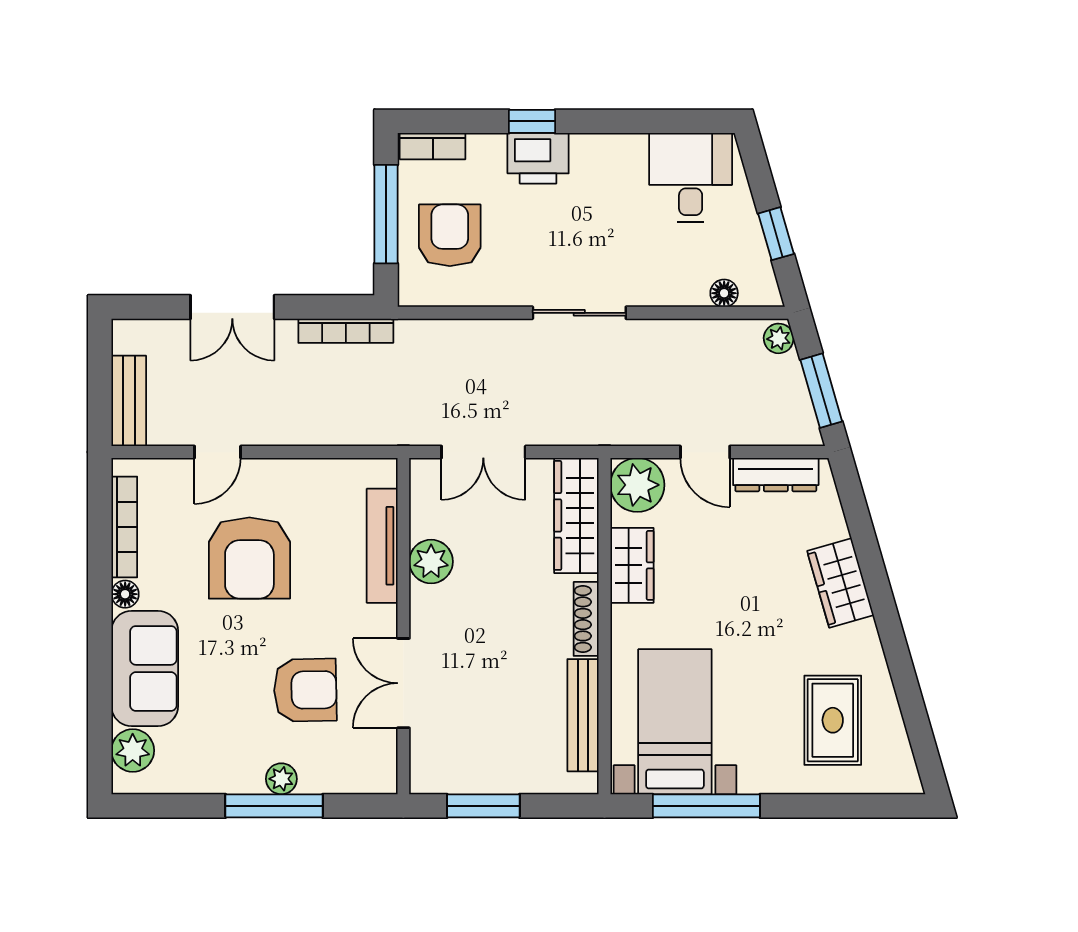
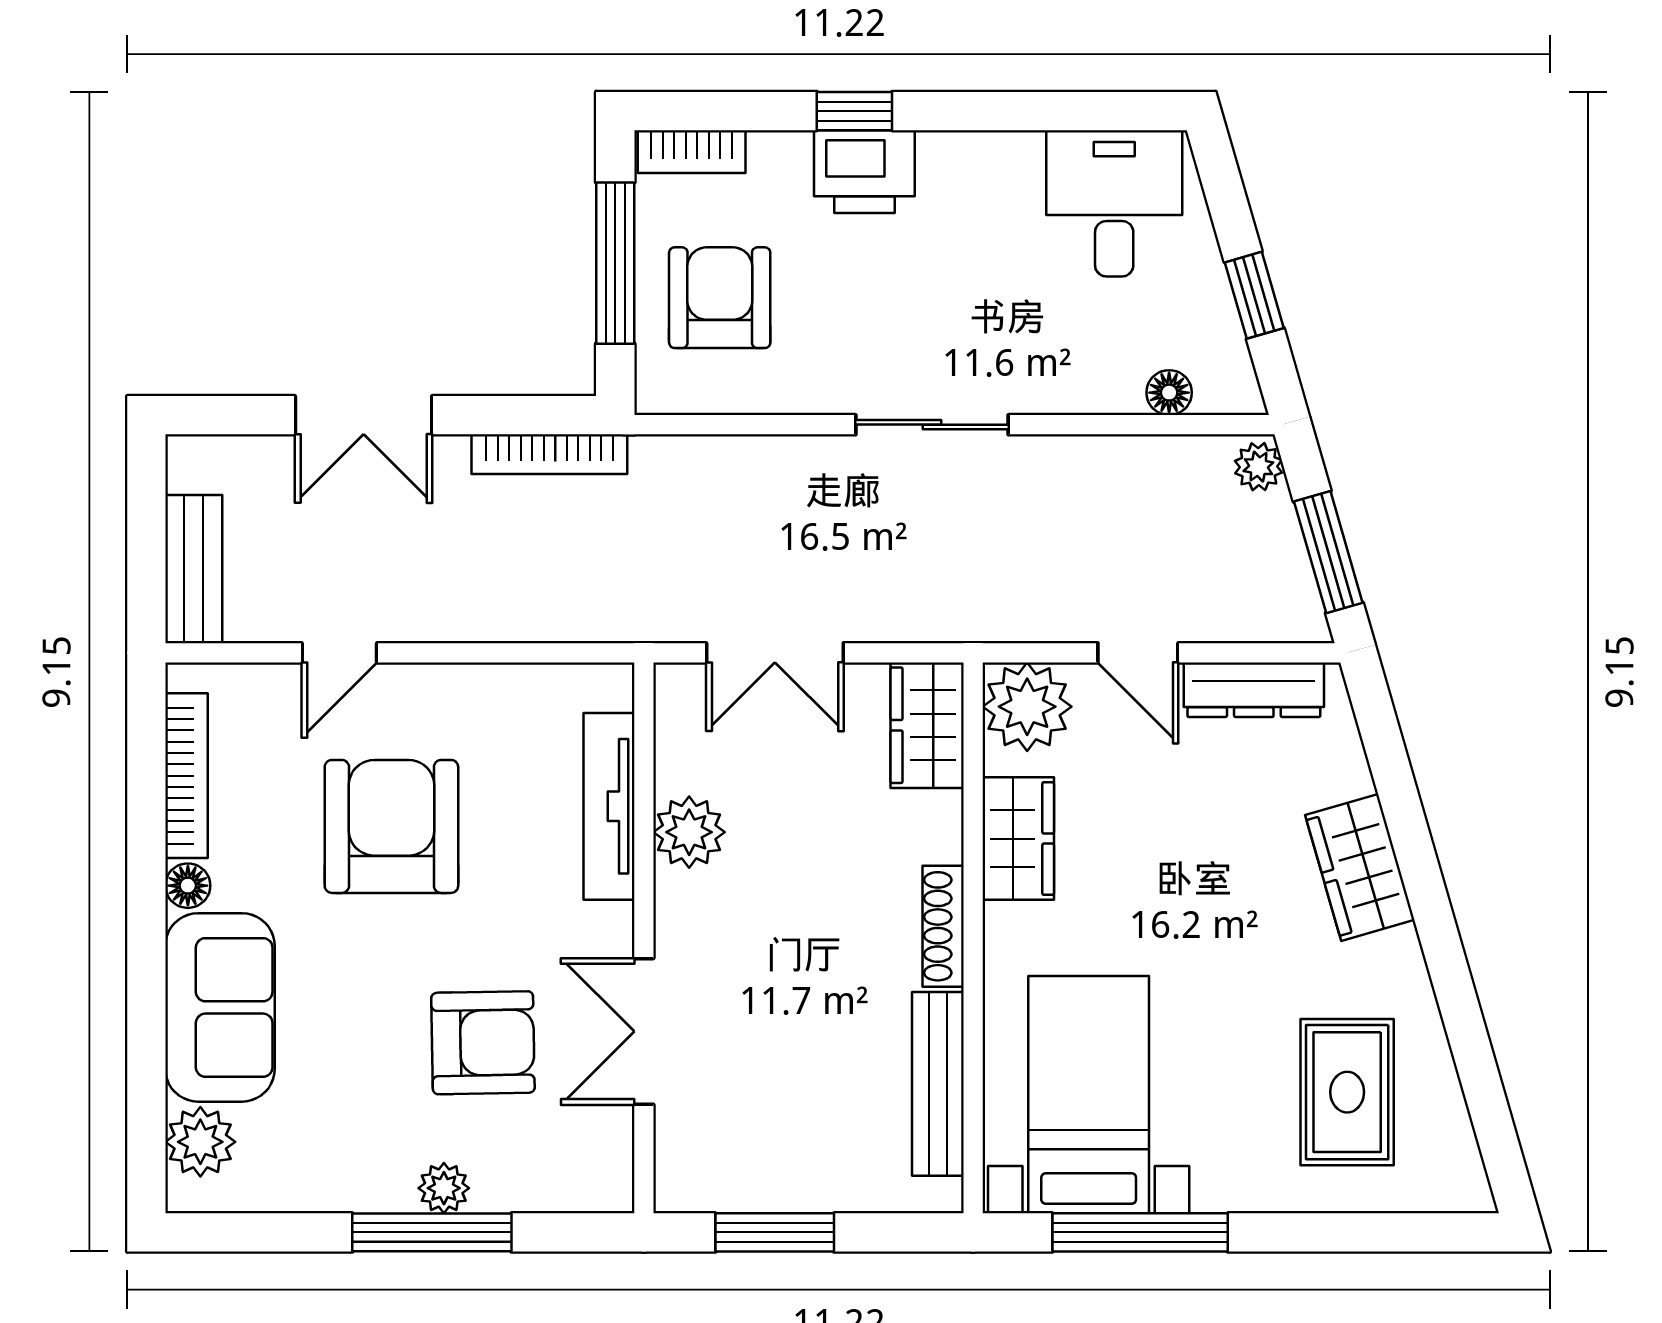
wardrobe: (576, 515) -> (927, 725), width x0.67
armchair: (249, 558) -> (391, 826), turned 180

